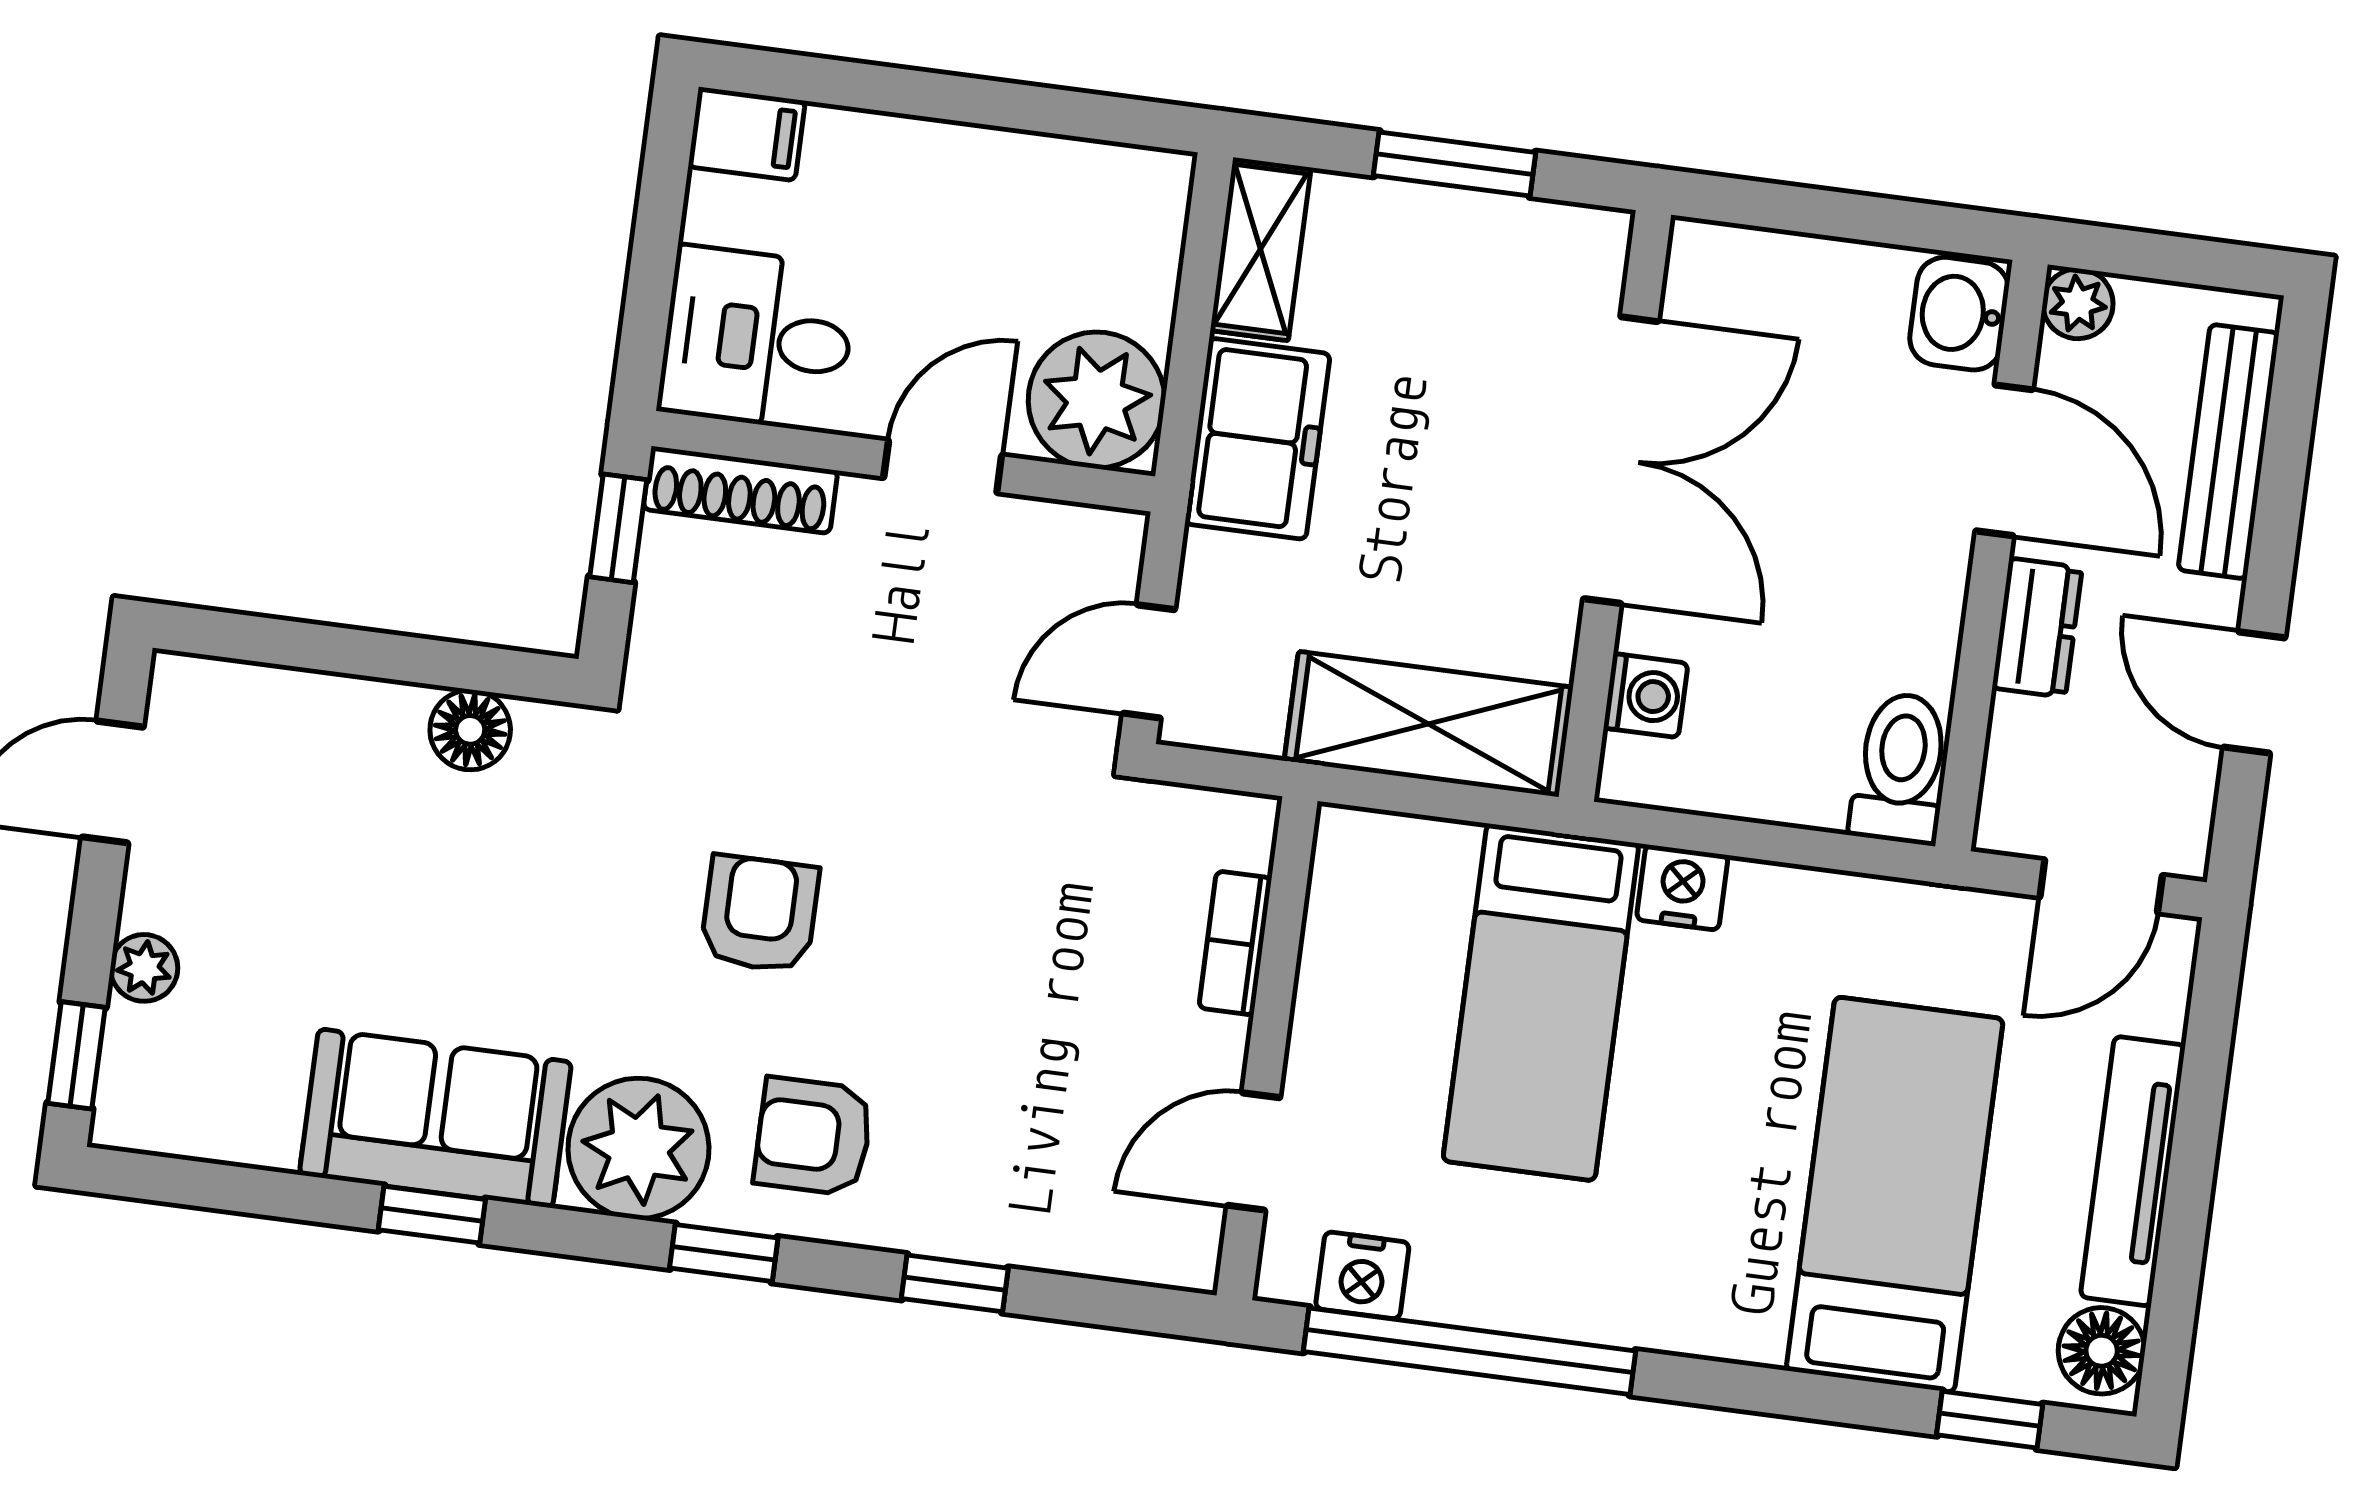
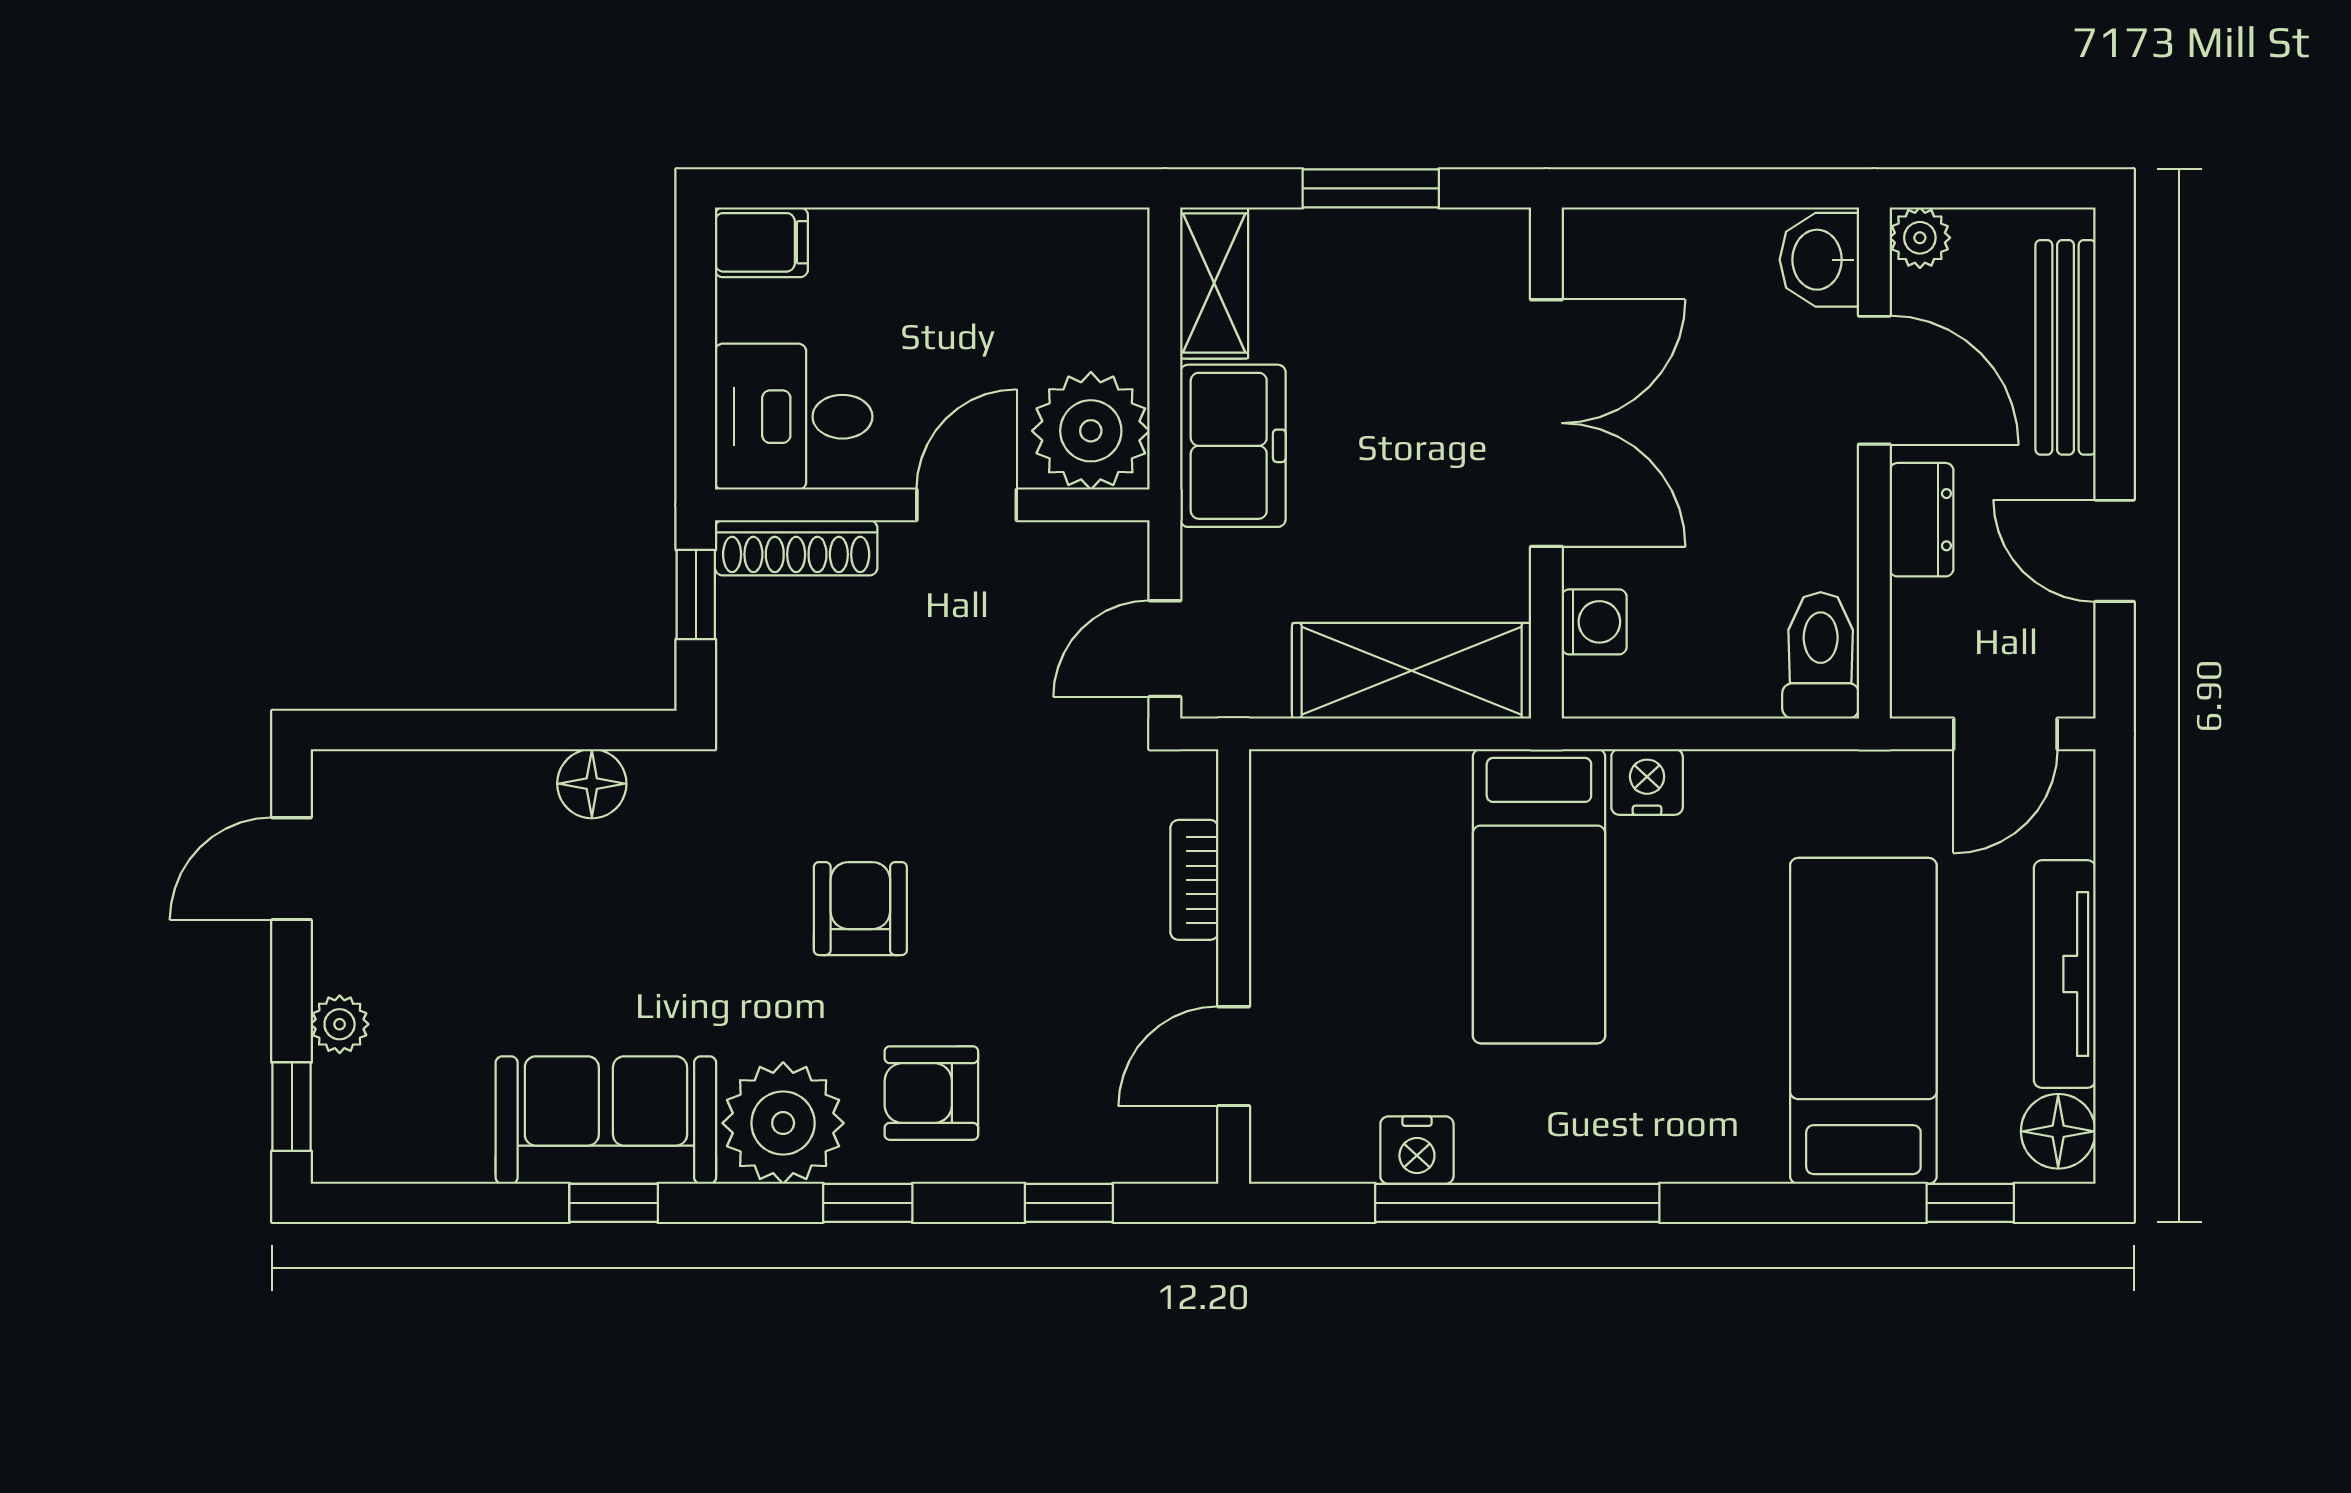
bookcase: (1235, 943) -> (1194, 880), moved
wall: (1267, 1048) -> (1234, 966), moved
door: (1254, 1151) -> (1234, 1056), moved

